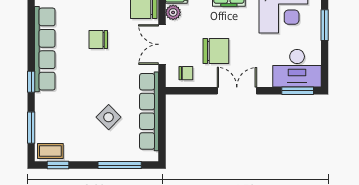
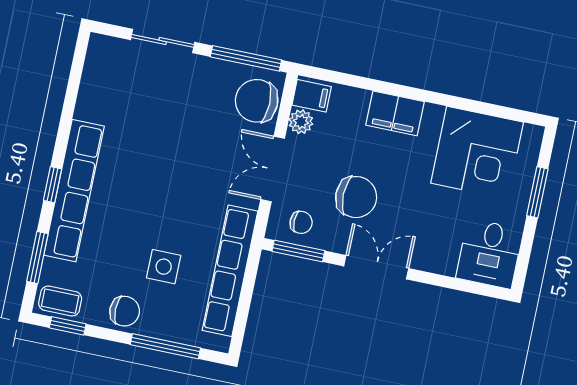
chair: (98, 39) -> (125, 311), moved, turned 180
row of seats: (45, 49) -> (74, 191), moved
desk: (297, 68) -> (490, 254), width x0.73
window: (298, 91) -> (298, 251), moved
side table: (109, 117) -> (164, 267), turned 45

